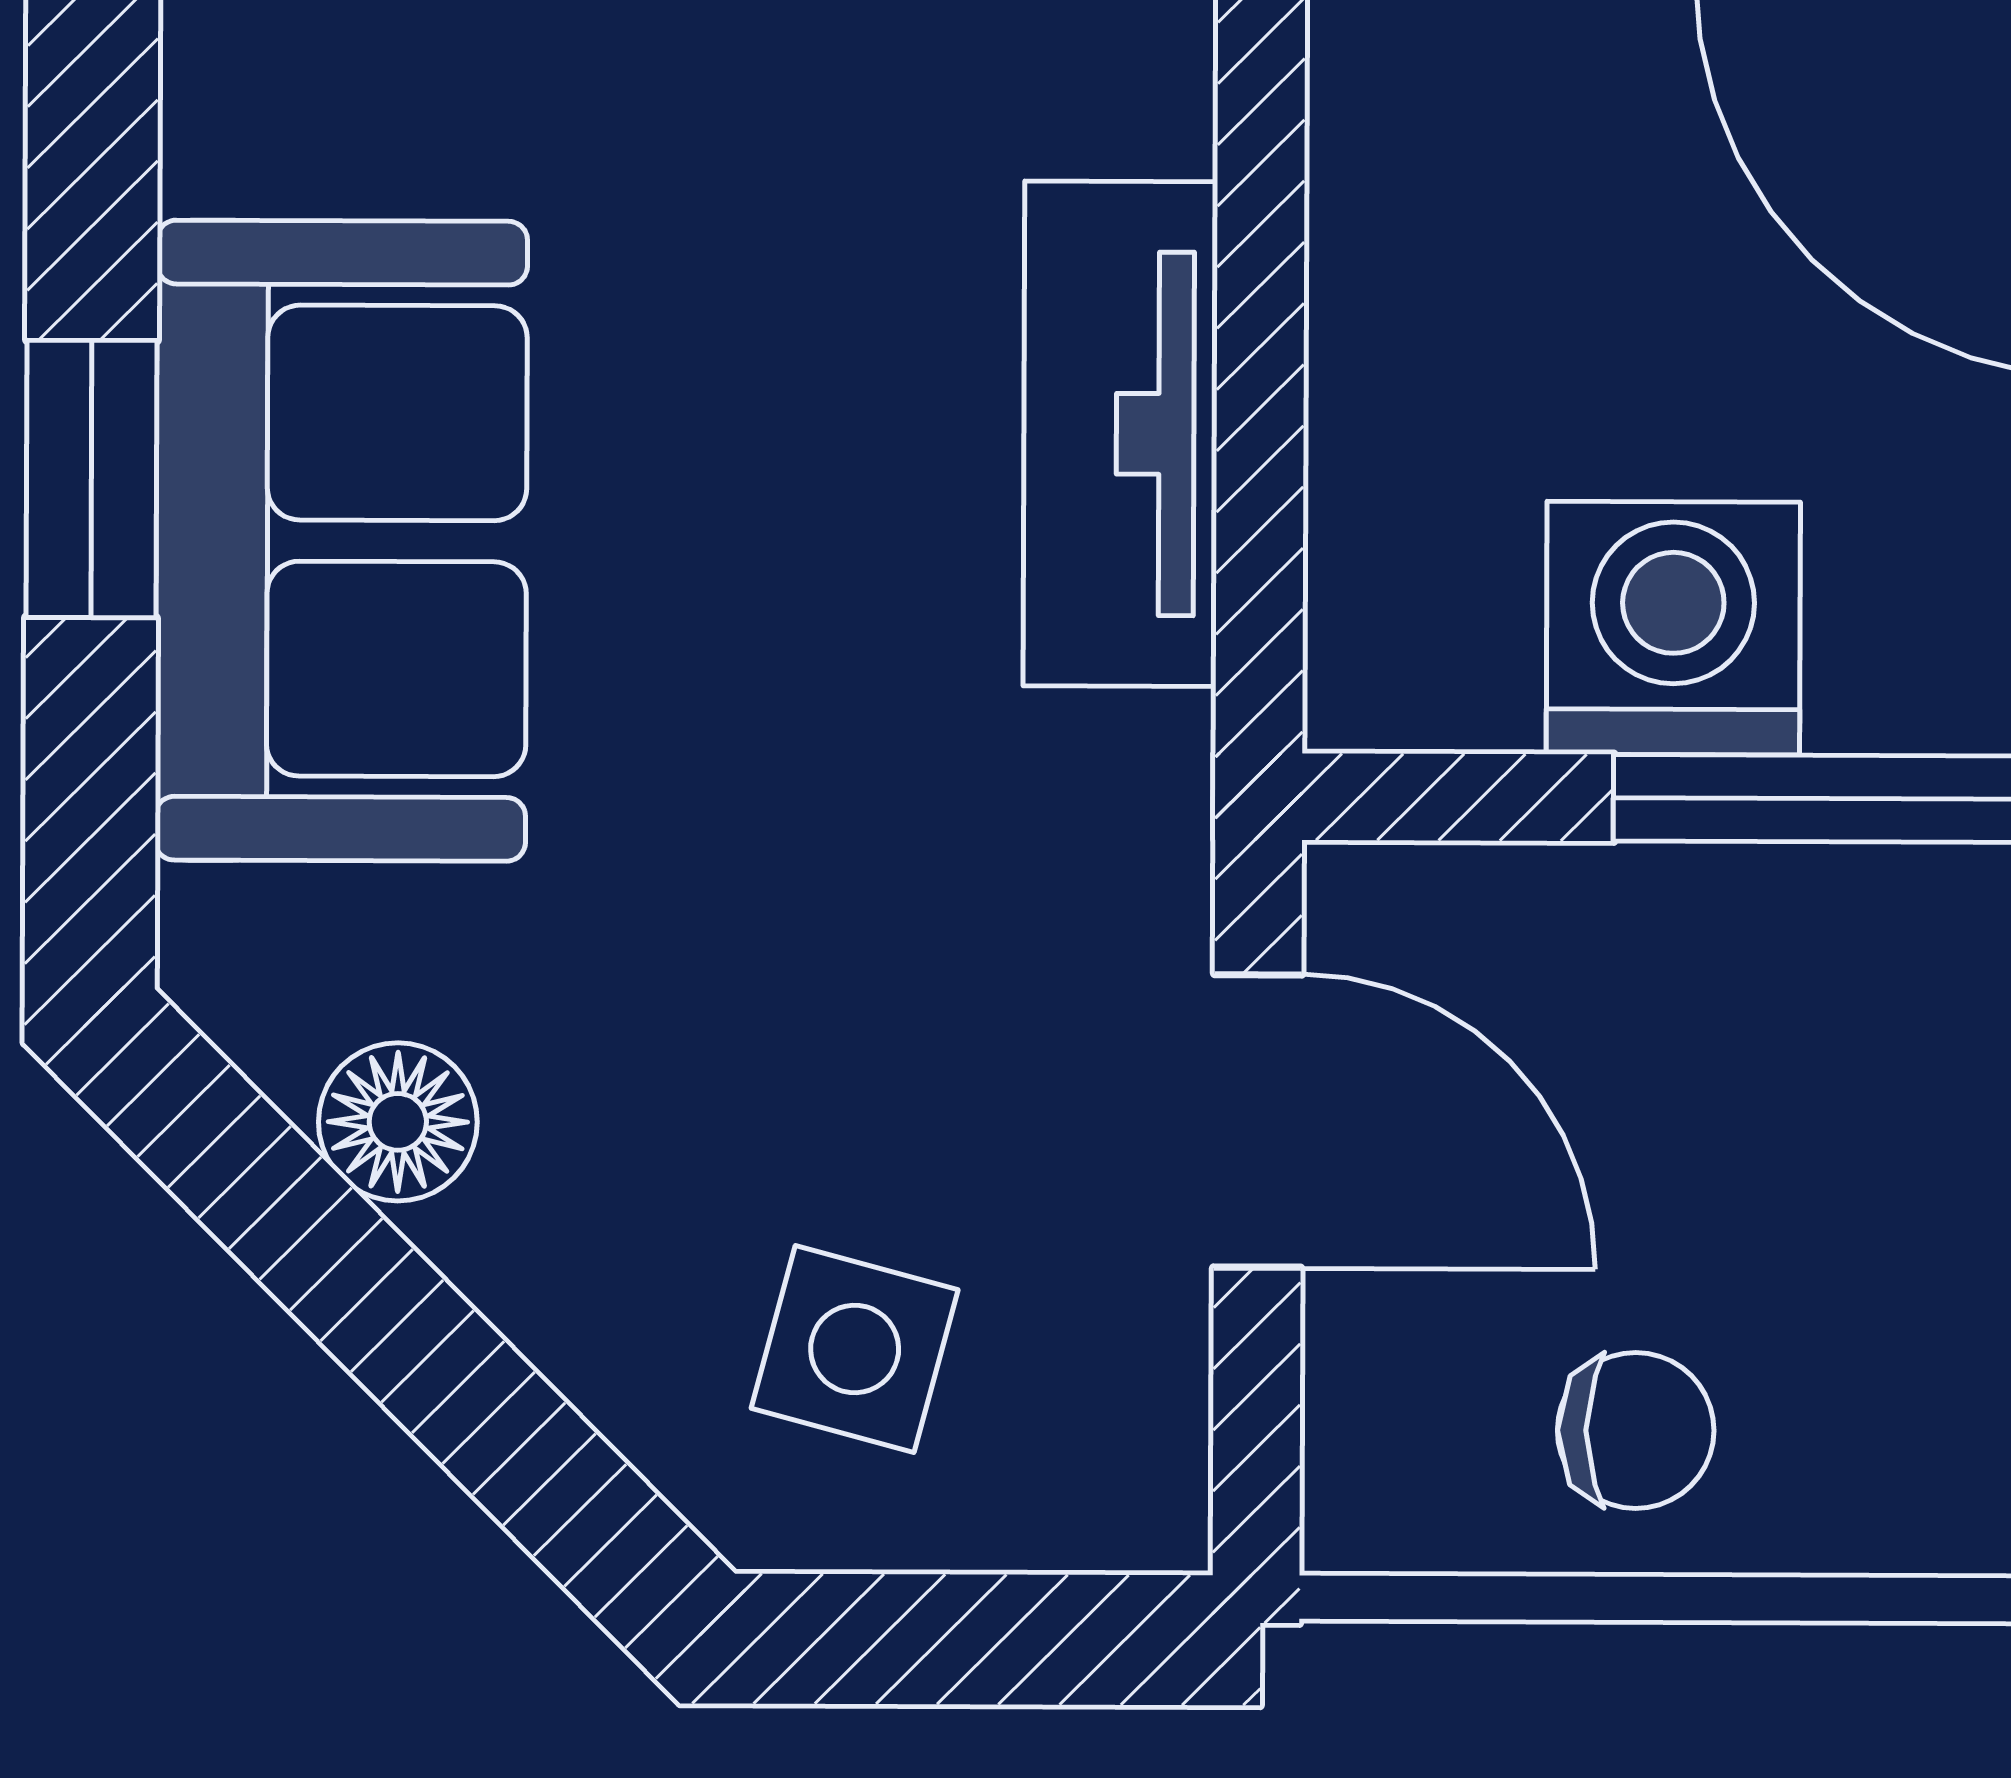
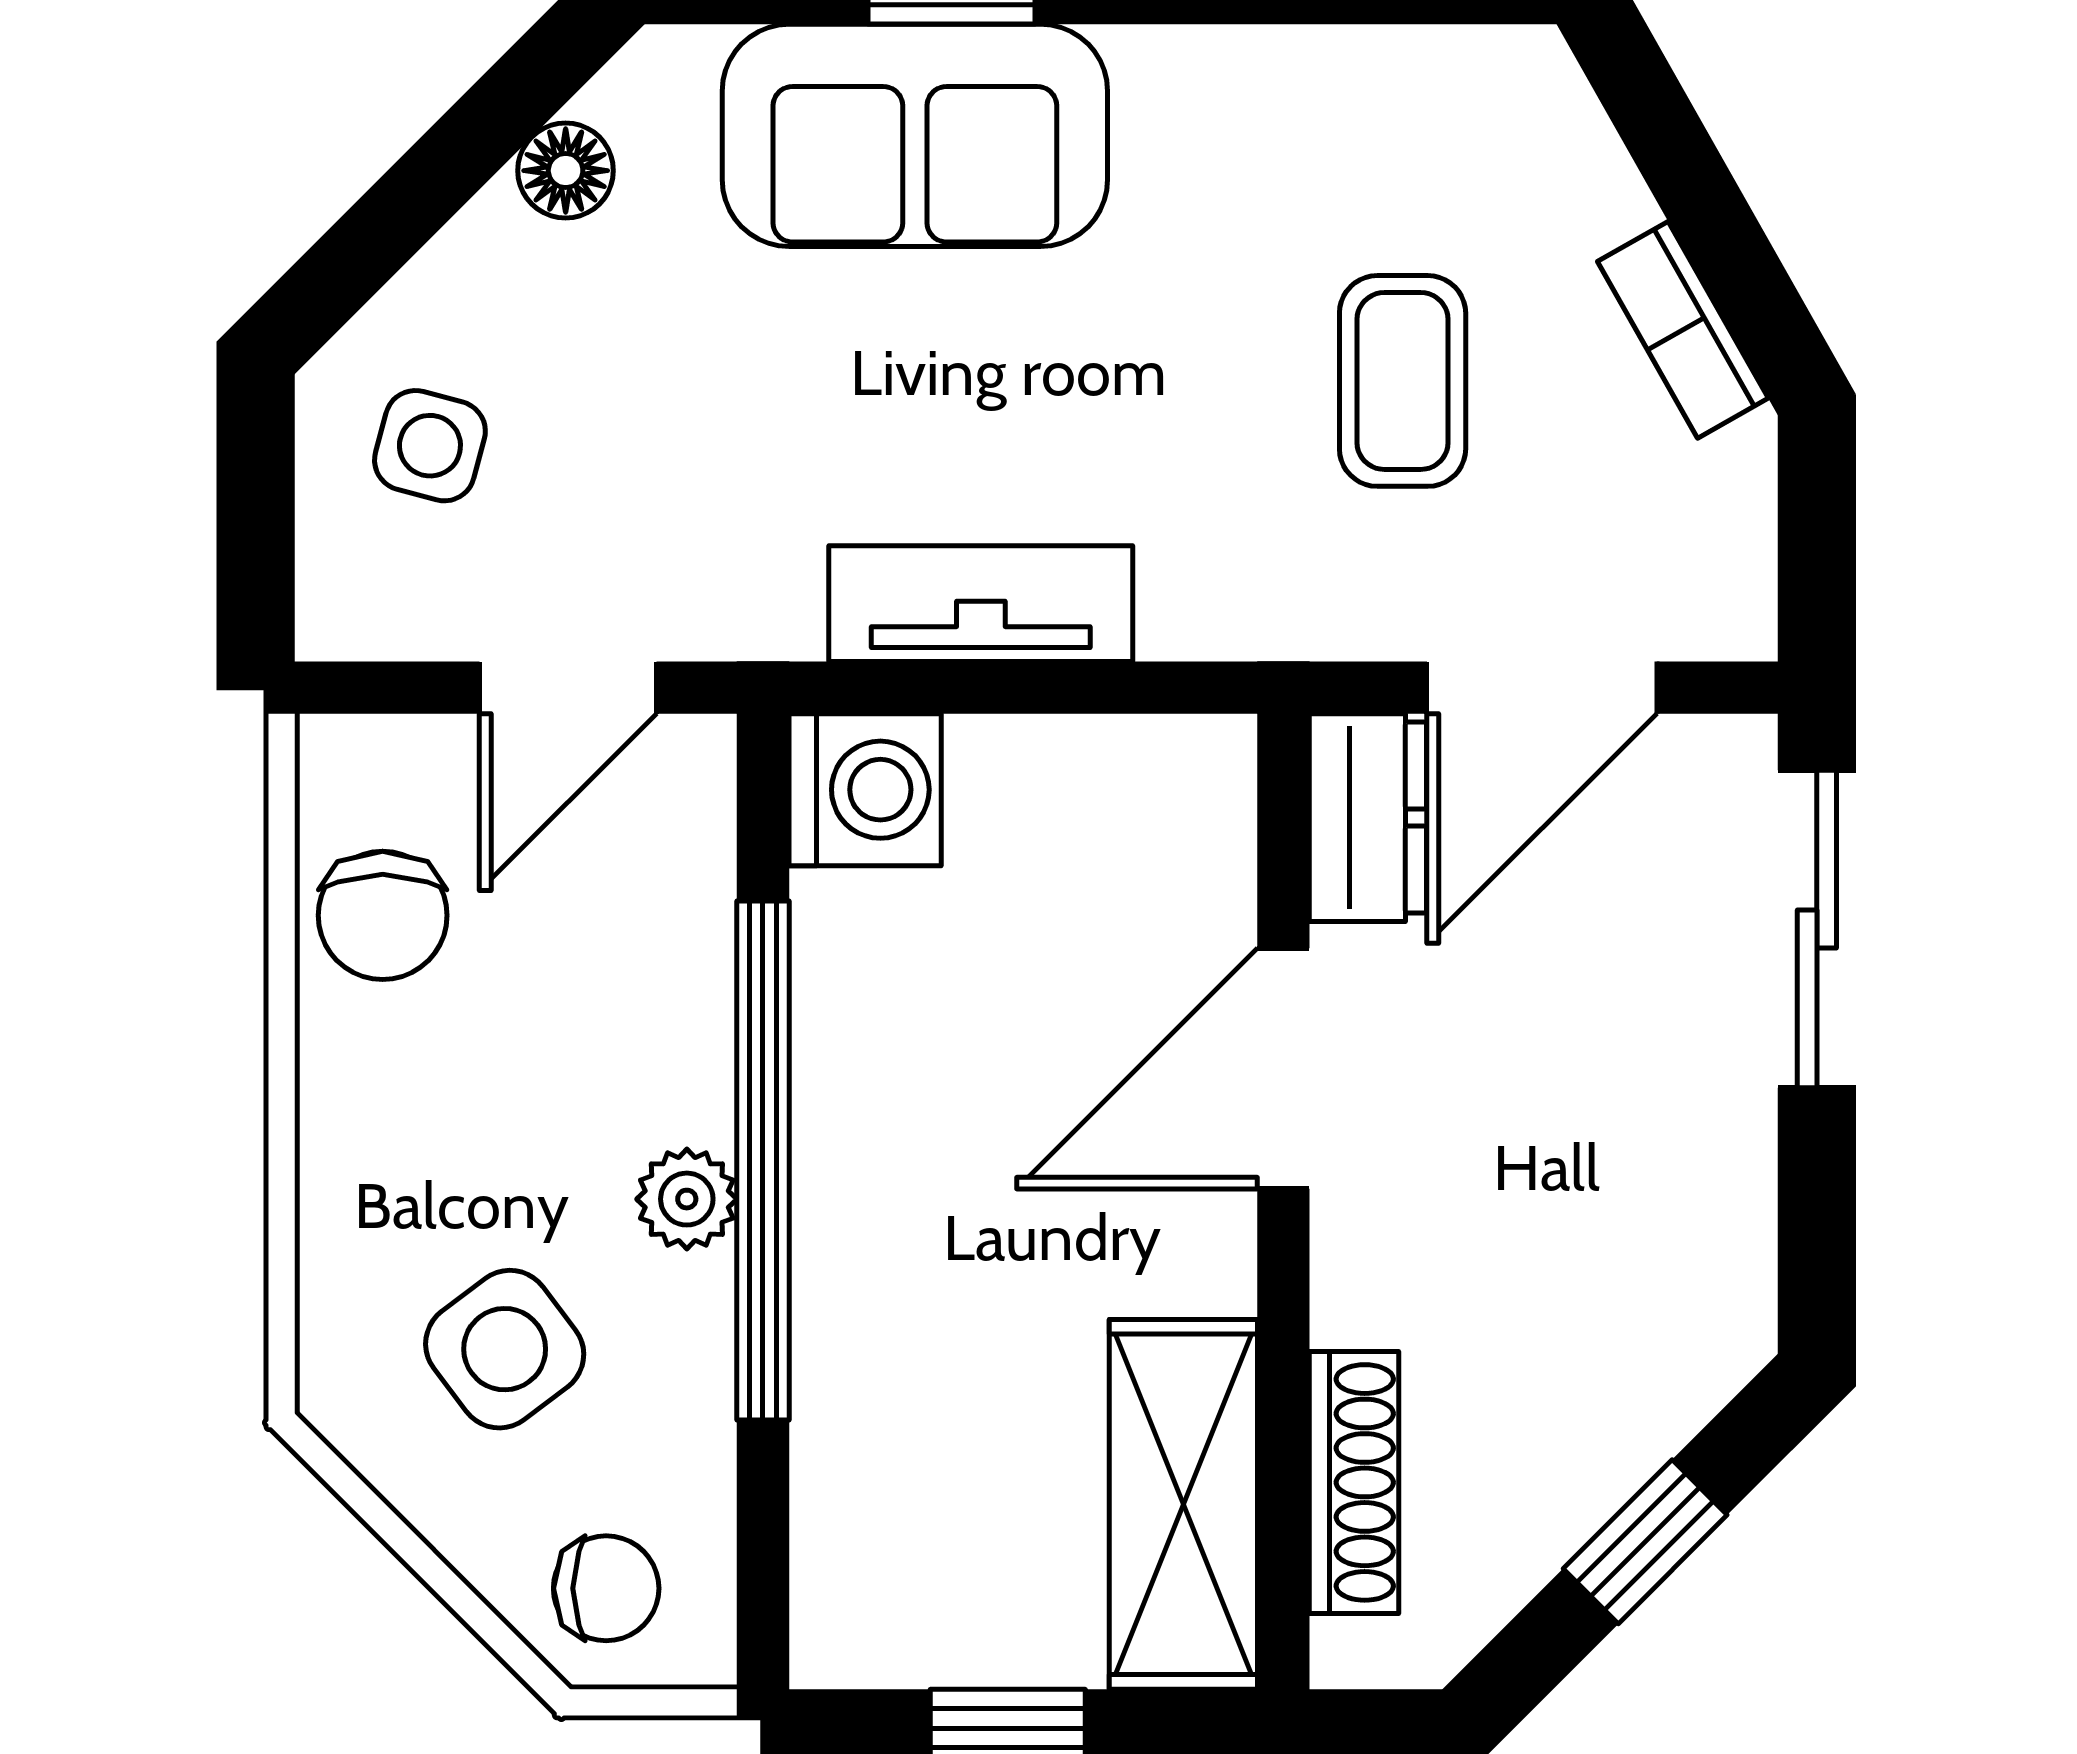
washing machine: (1673, 628) -> (865, 790), moved
chair: (1636, 1430) -> (383, 915), width x1.37, depth x1.37

